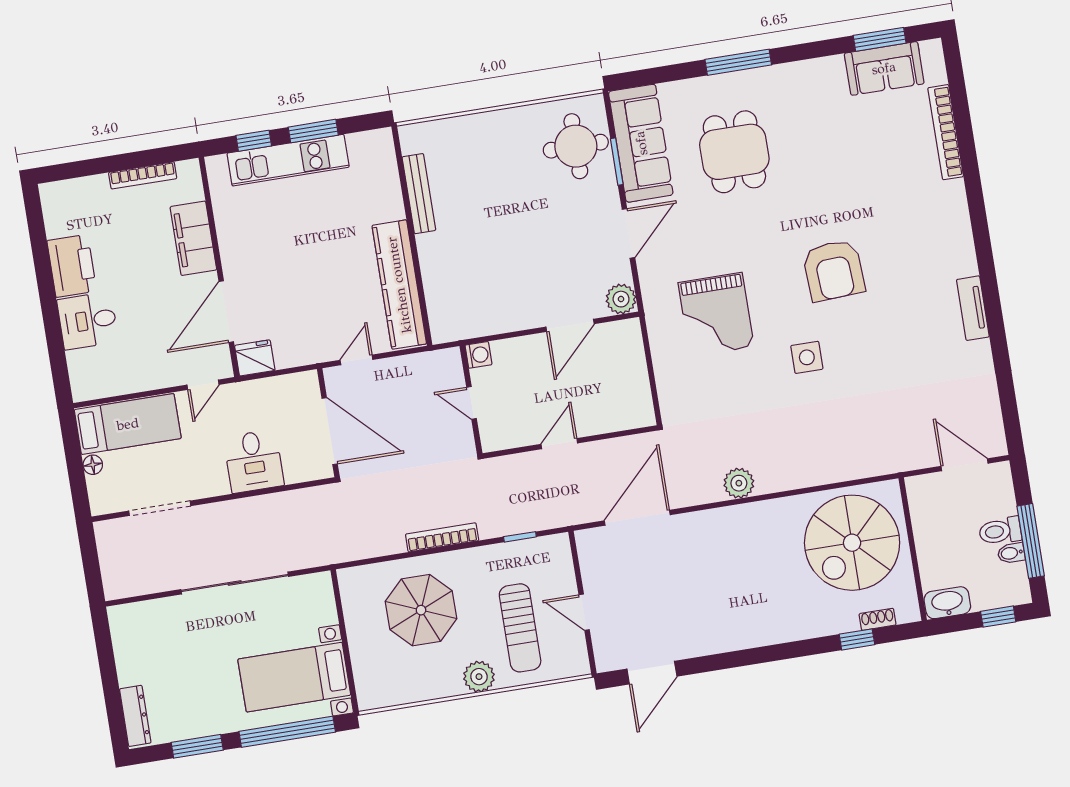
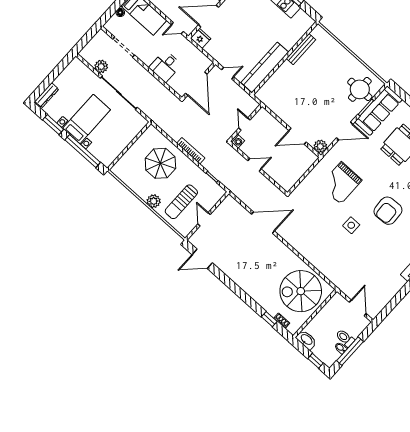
washing machine: (478, 355) -> (238, 141), moved
plant: (739, 483) -> (101, 66), moved
door: (637, 518) -> (263, 223), moved
bed with nightstands: (294, 677) -> (87, 119), moved, turned 90

